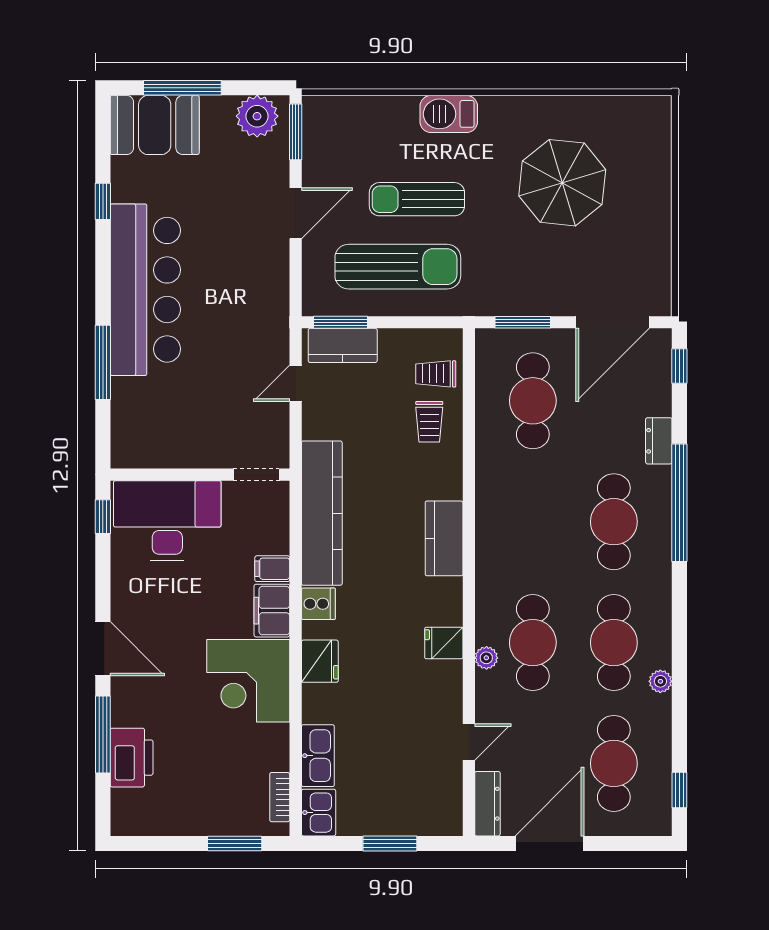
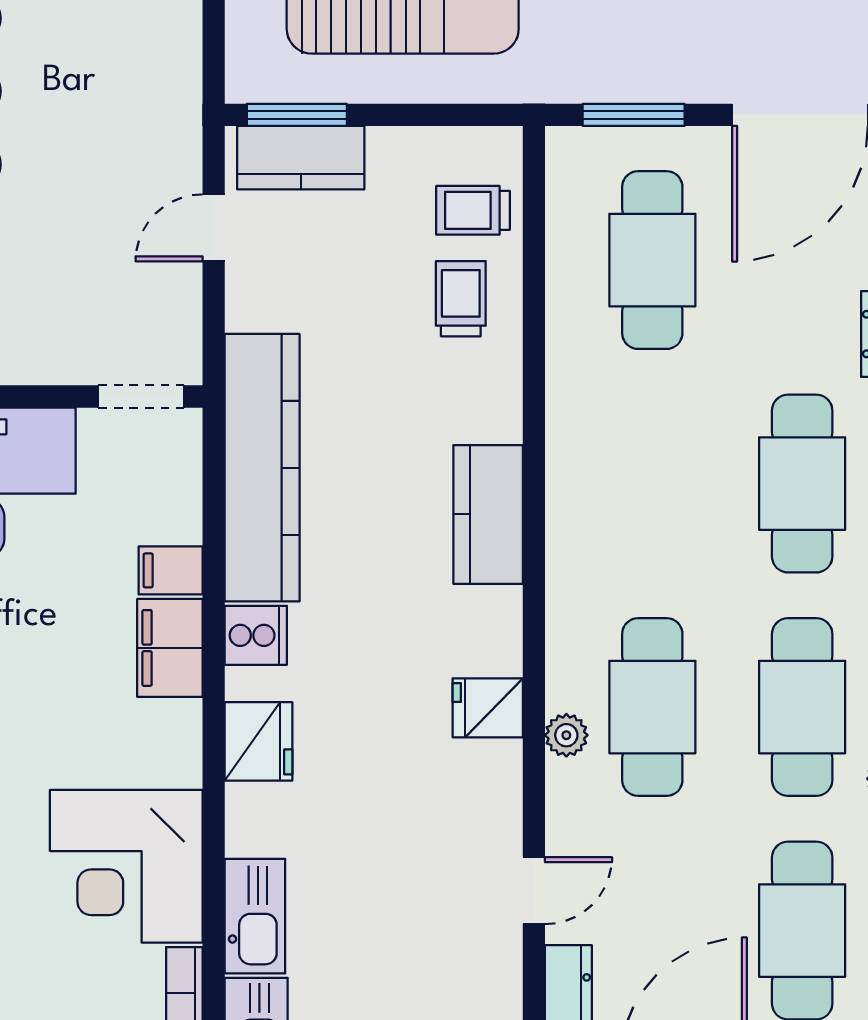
trolley: (429, 422) -> (461, 299), turned 180
corner desk: (248, 681) -> (126, 866), moved

